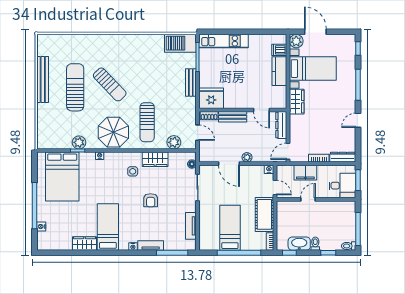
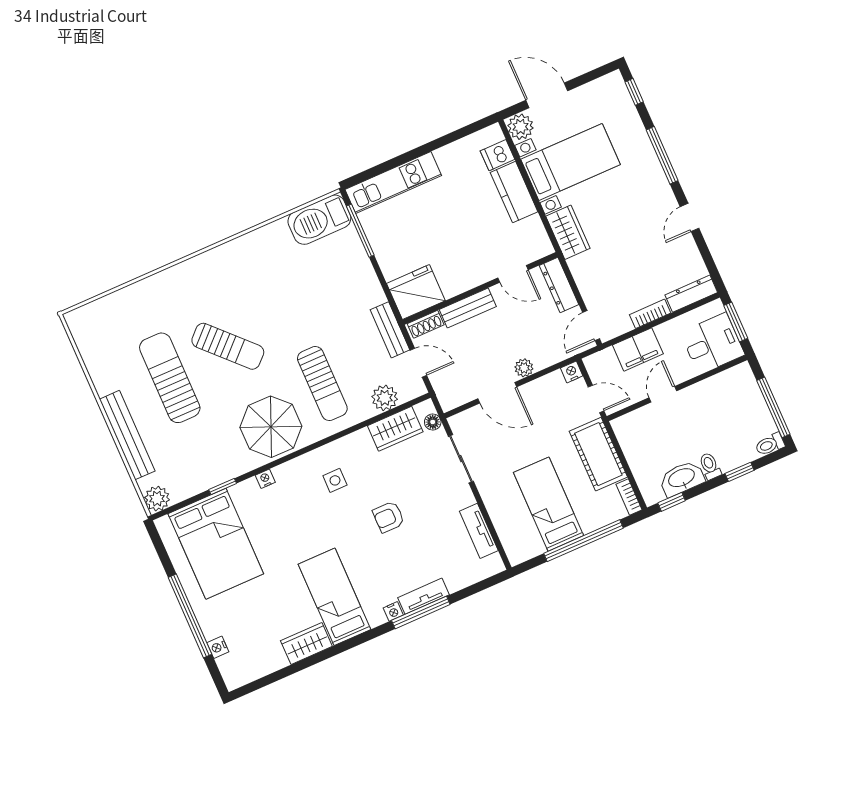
bench: (43, 80) -> (127, 435), moved
bench: (191, 83) -> (390, 330), moved
plant: (79, 142) -> (157, 499), moved
wardrobe: (155, 159) -> (395, 429), moved
armchair: (151, 200) -> (389, 517), turned 90
window: (172, 253) -> (421, 612), moved

